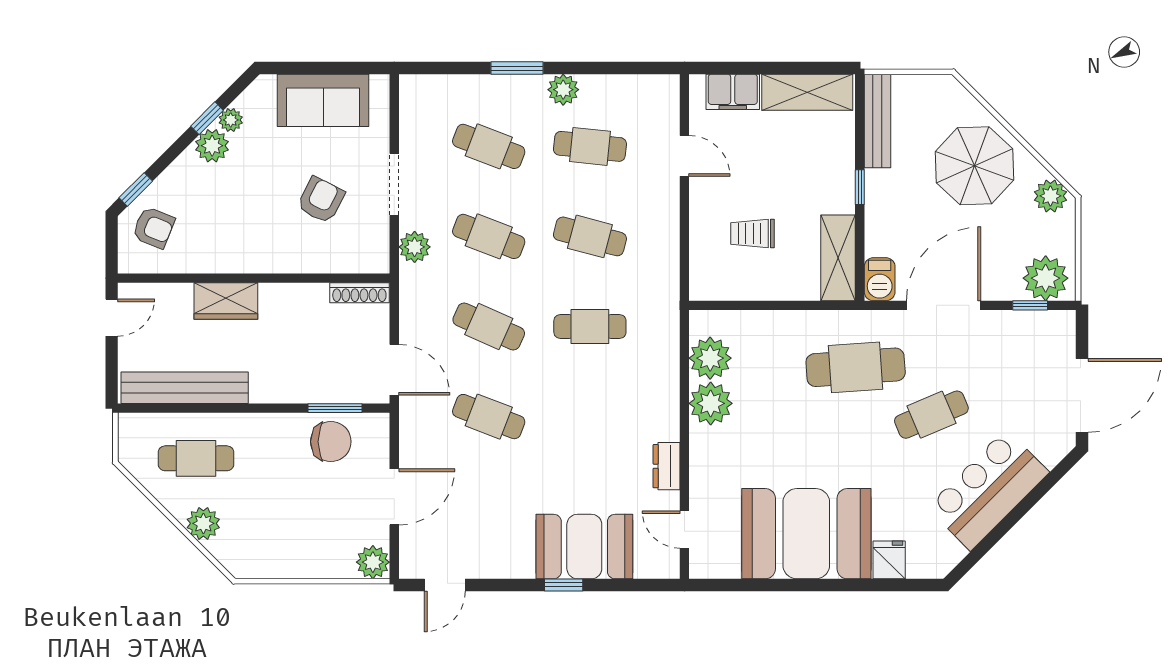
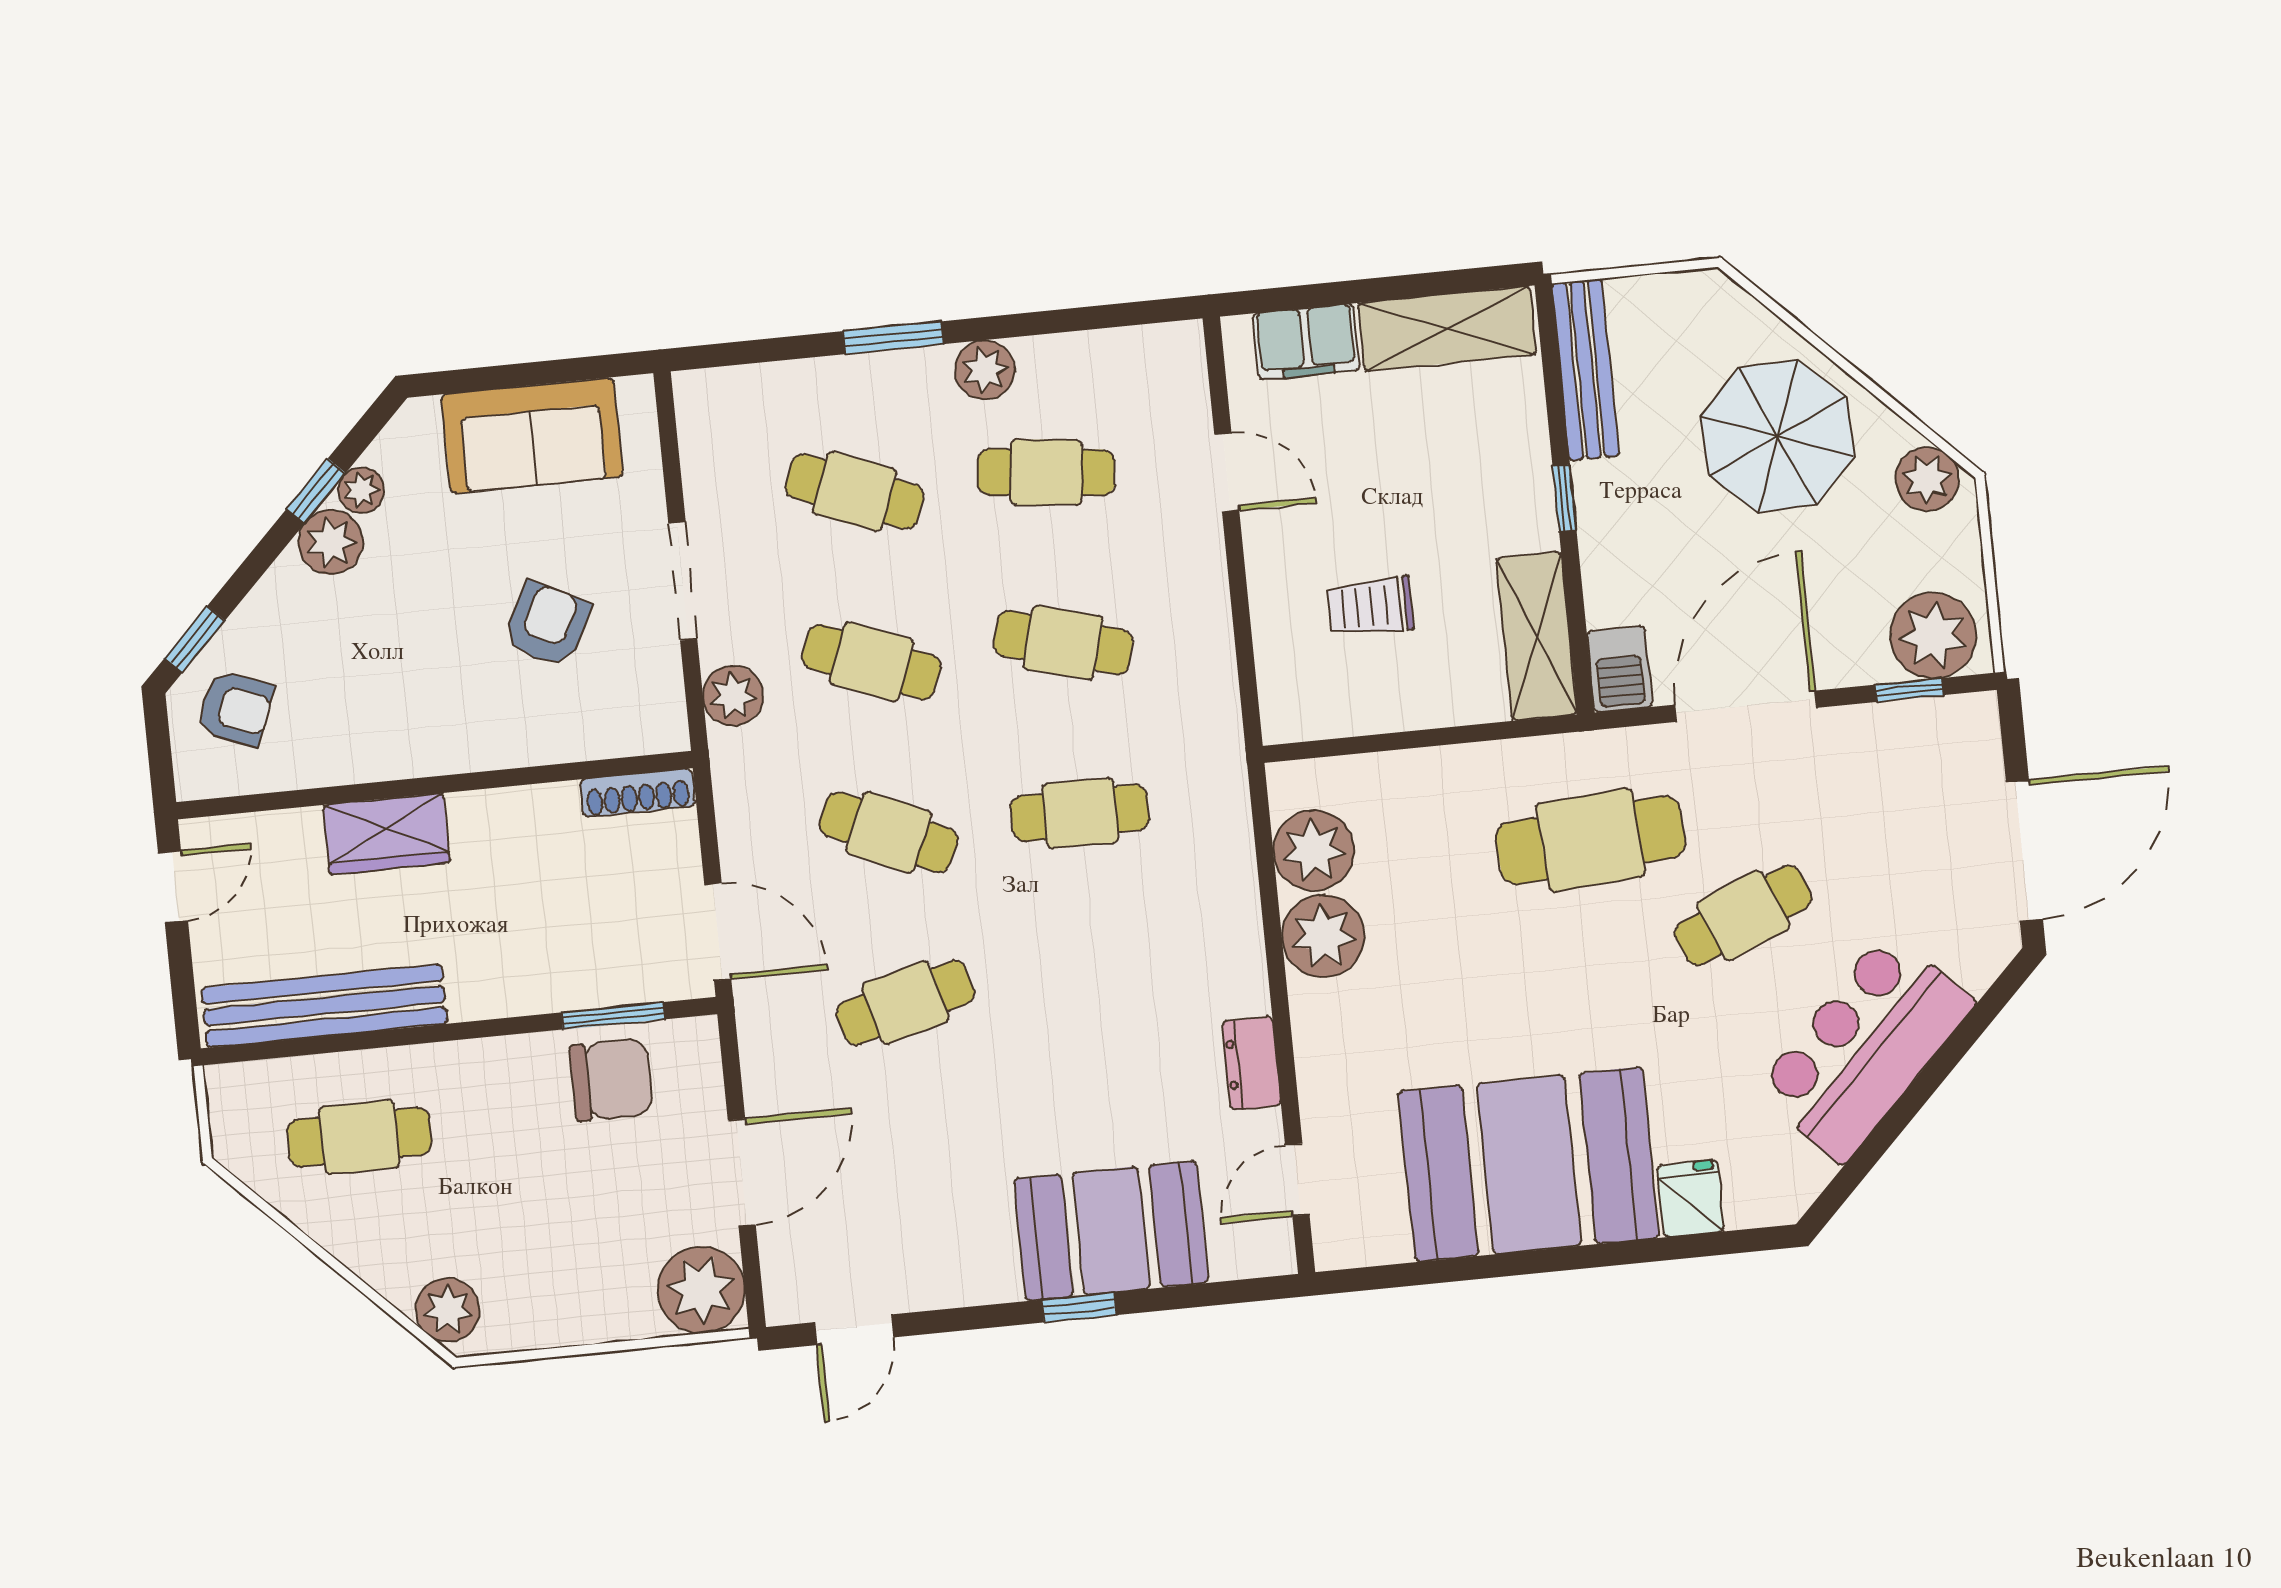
cafe table: (489, 417) -> (906, 1003), turned -36
plant: (203, 523) -> (448, 1310), moved
door: (684, 530) -> (1297, 1180), hinge flipped
plant: (373, 562) -> (701, 1290), width x1.36, depth x1.36

